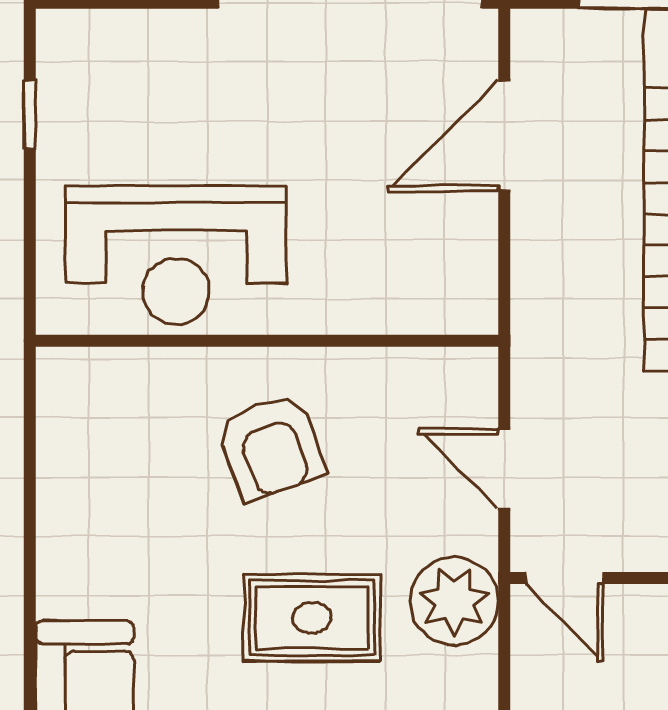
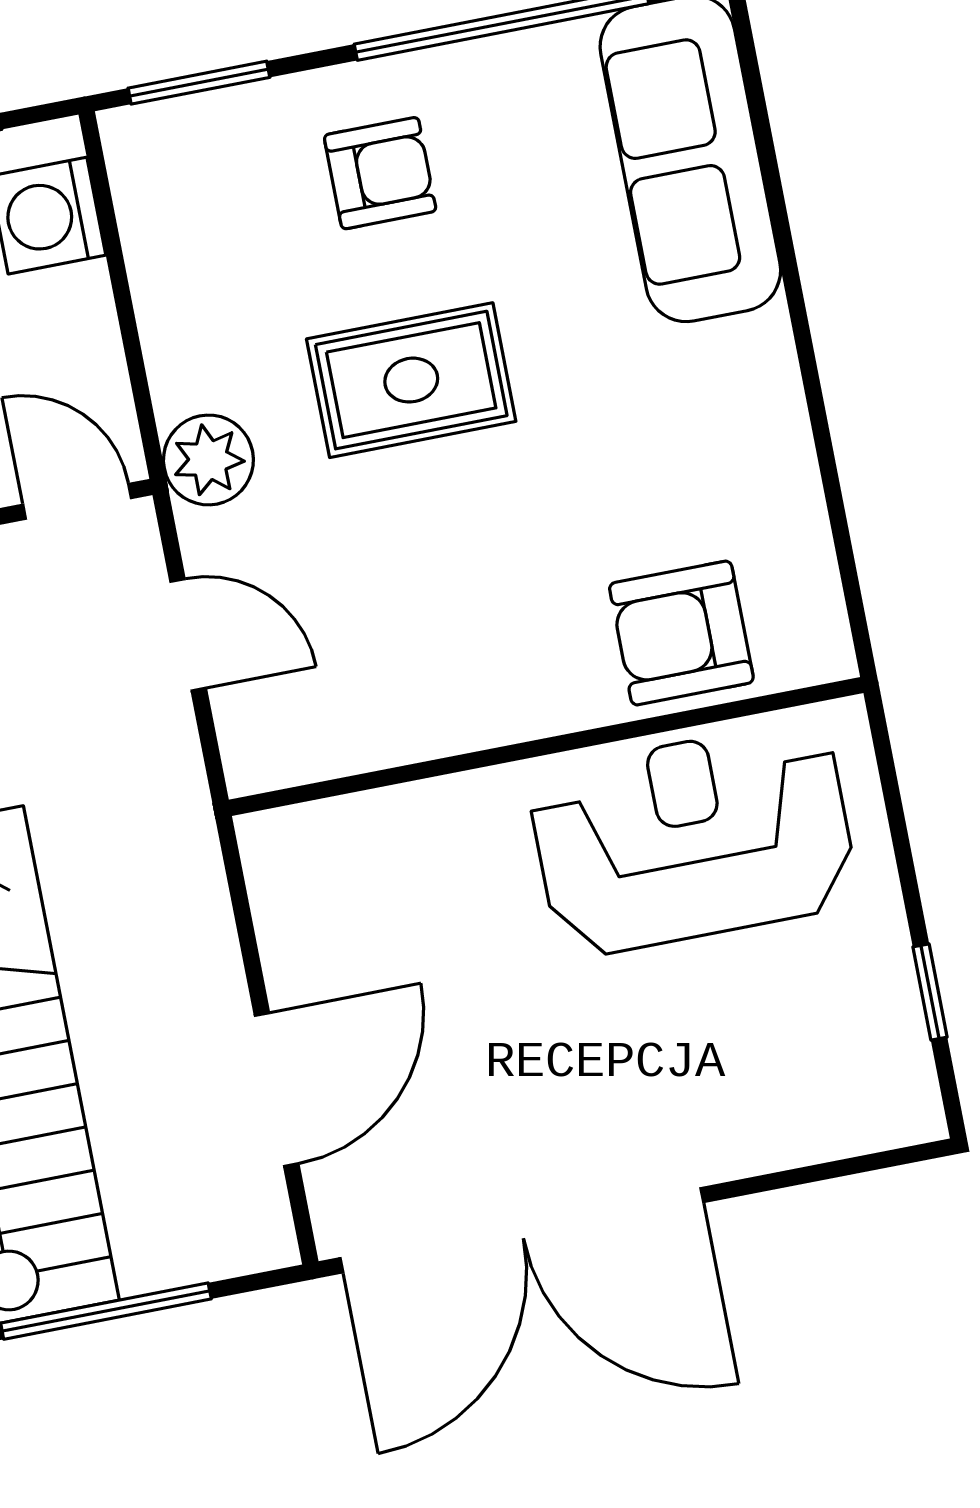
armchair: (271, 447) -> (681, 633), moved, turned -70
plant: (454, 601) -> (208, 460), width x0.73, depth x0.73

